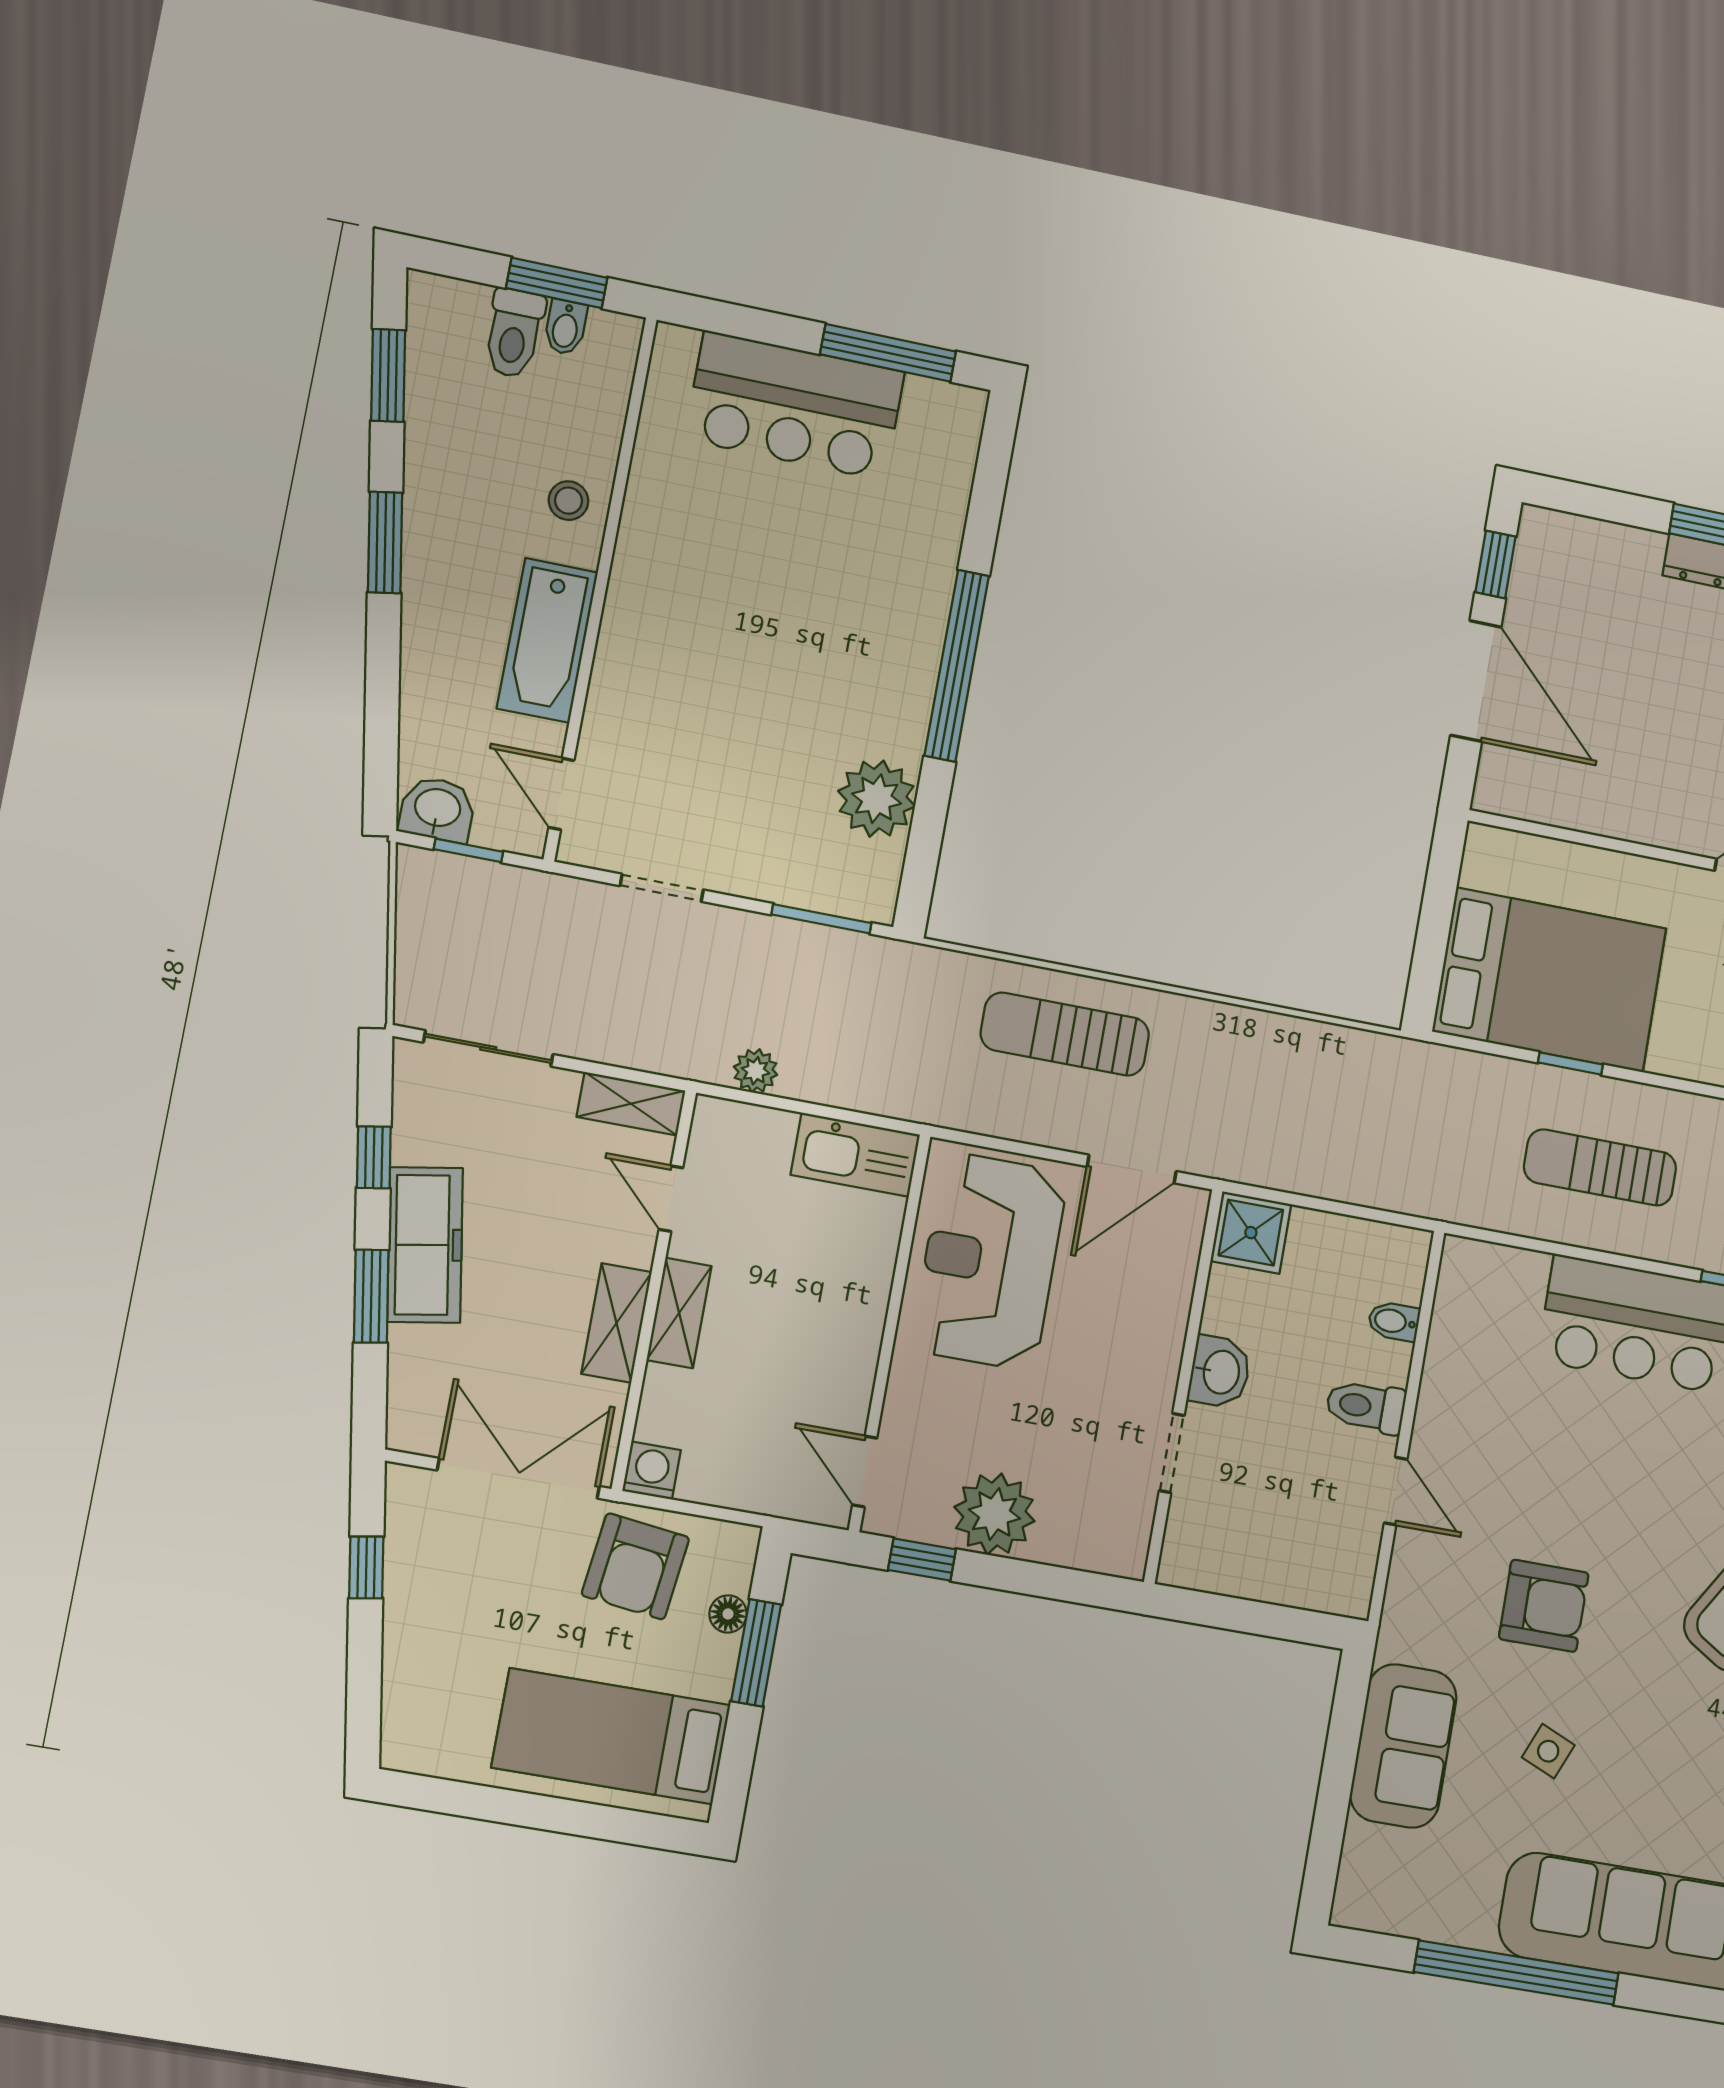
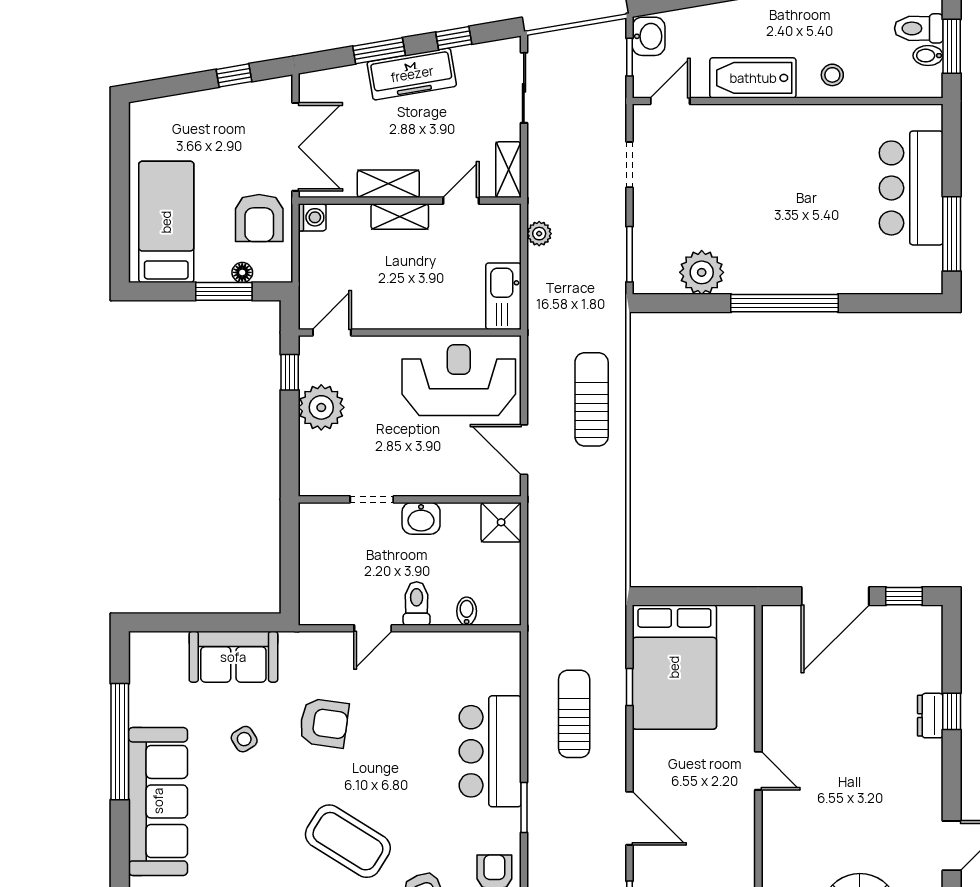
armchair: (635, 1566) -> (259, 218), turned -97
armchair: (1544, 1606) -> (324, 723), turned -82
side table: (1548, 1751) -> (244, 739), turned 35

